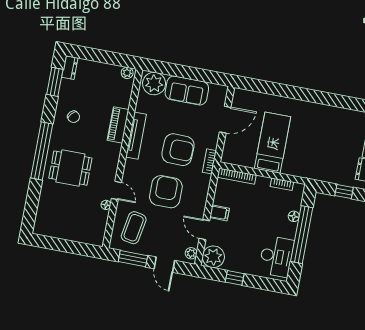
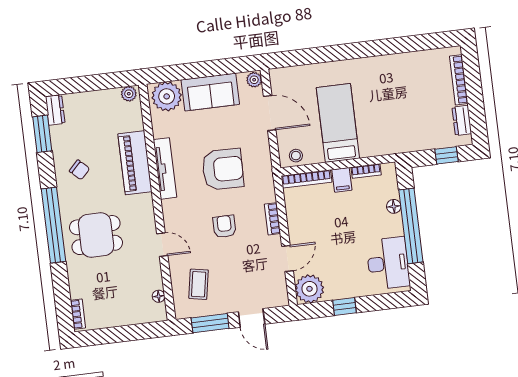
door: (225, 120) -> (270, 113), hinge flipped
piano: (118, 125) -> (135, 163), width x1.37, depth x1.33
stool: (234, 157) -> (296, 156), added
bookcase: (209, 161) -> (273, 219), moved
armchair: (166, 192) -> (224, 226), width x0.53, depth x0.53
floor lamp: (106, 205) -> (159, 296), moved
filing cabinet: (219, 213) -> (342, 180), moved, turned 90
bookcase: (39, 221) -> (78, 314), added
coffee table: (134, 228) -> (199, 284), width x0.73, depth x0.77
door: (204, 230) -> (288, 258), swing flipped
plant: (191, 253) -> (254, 80), moved

